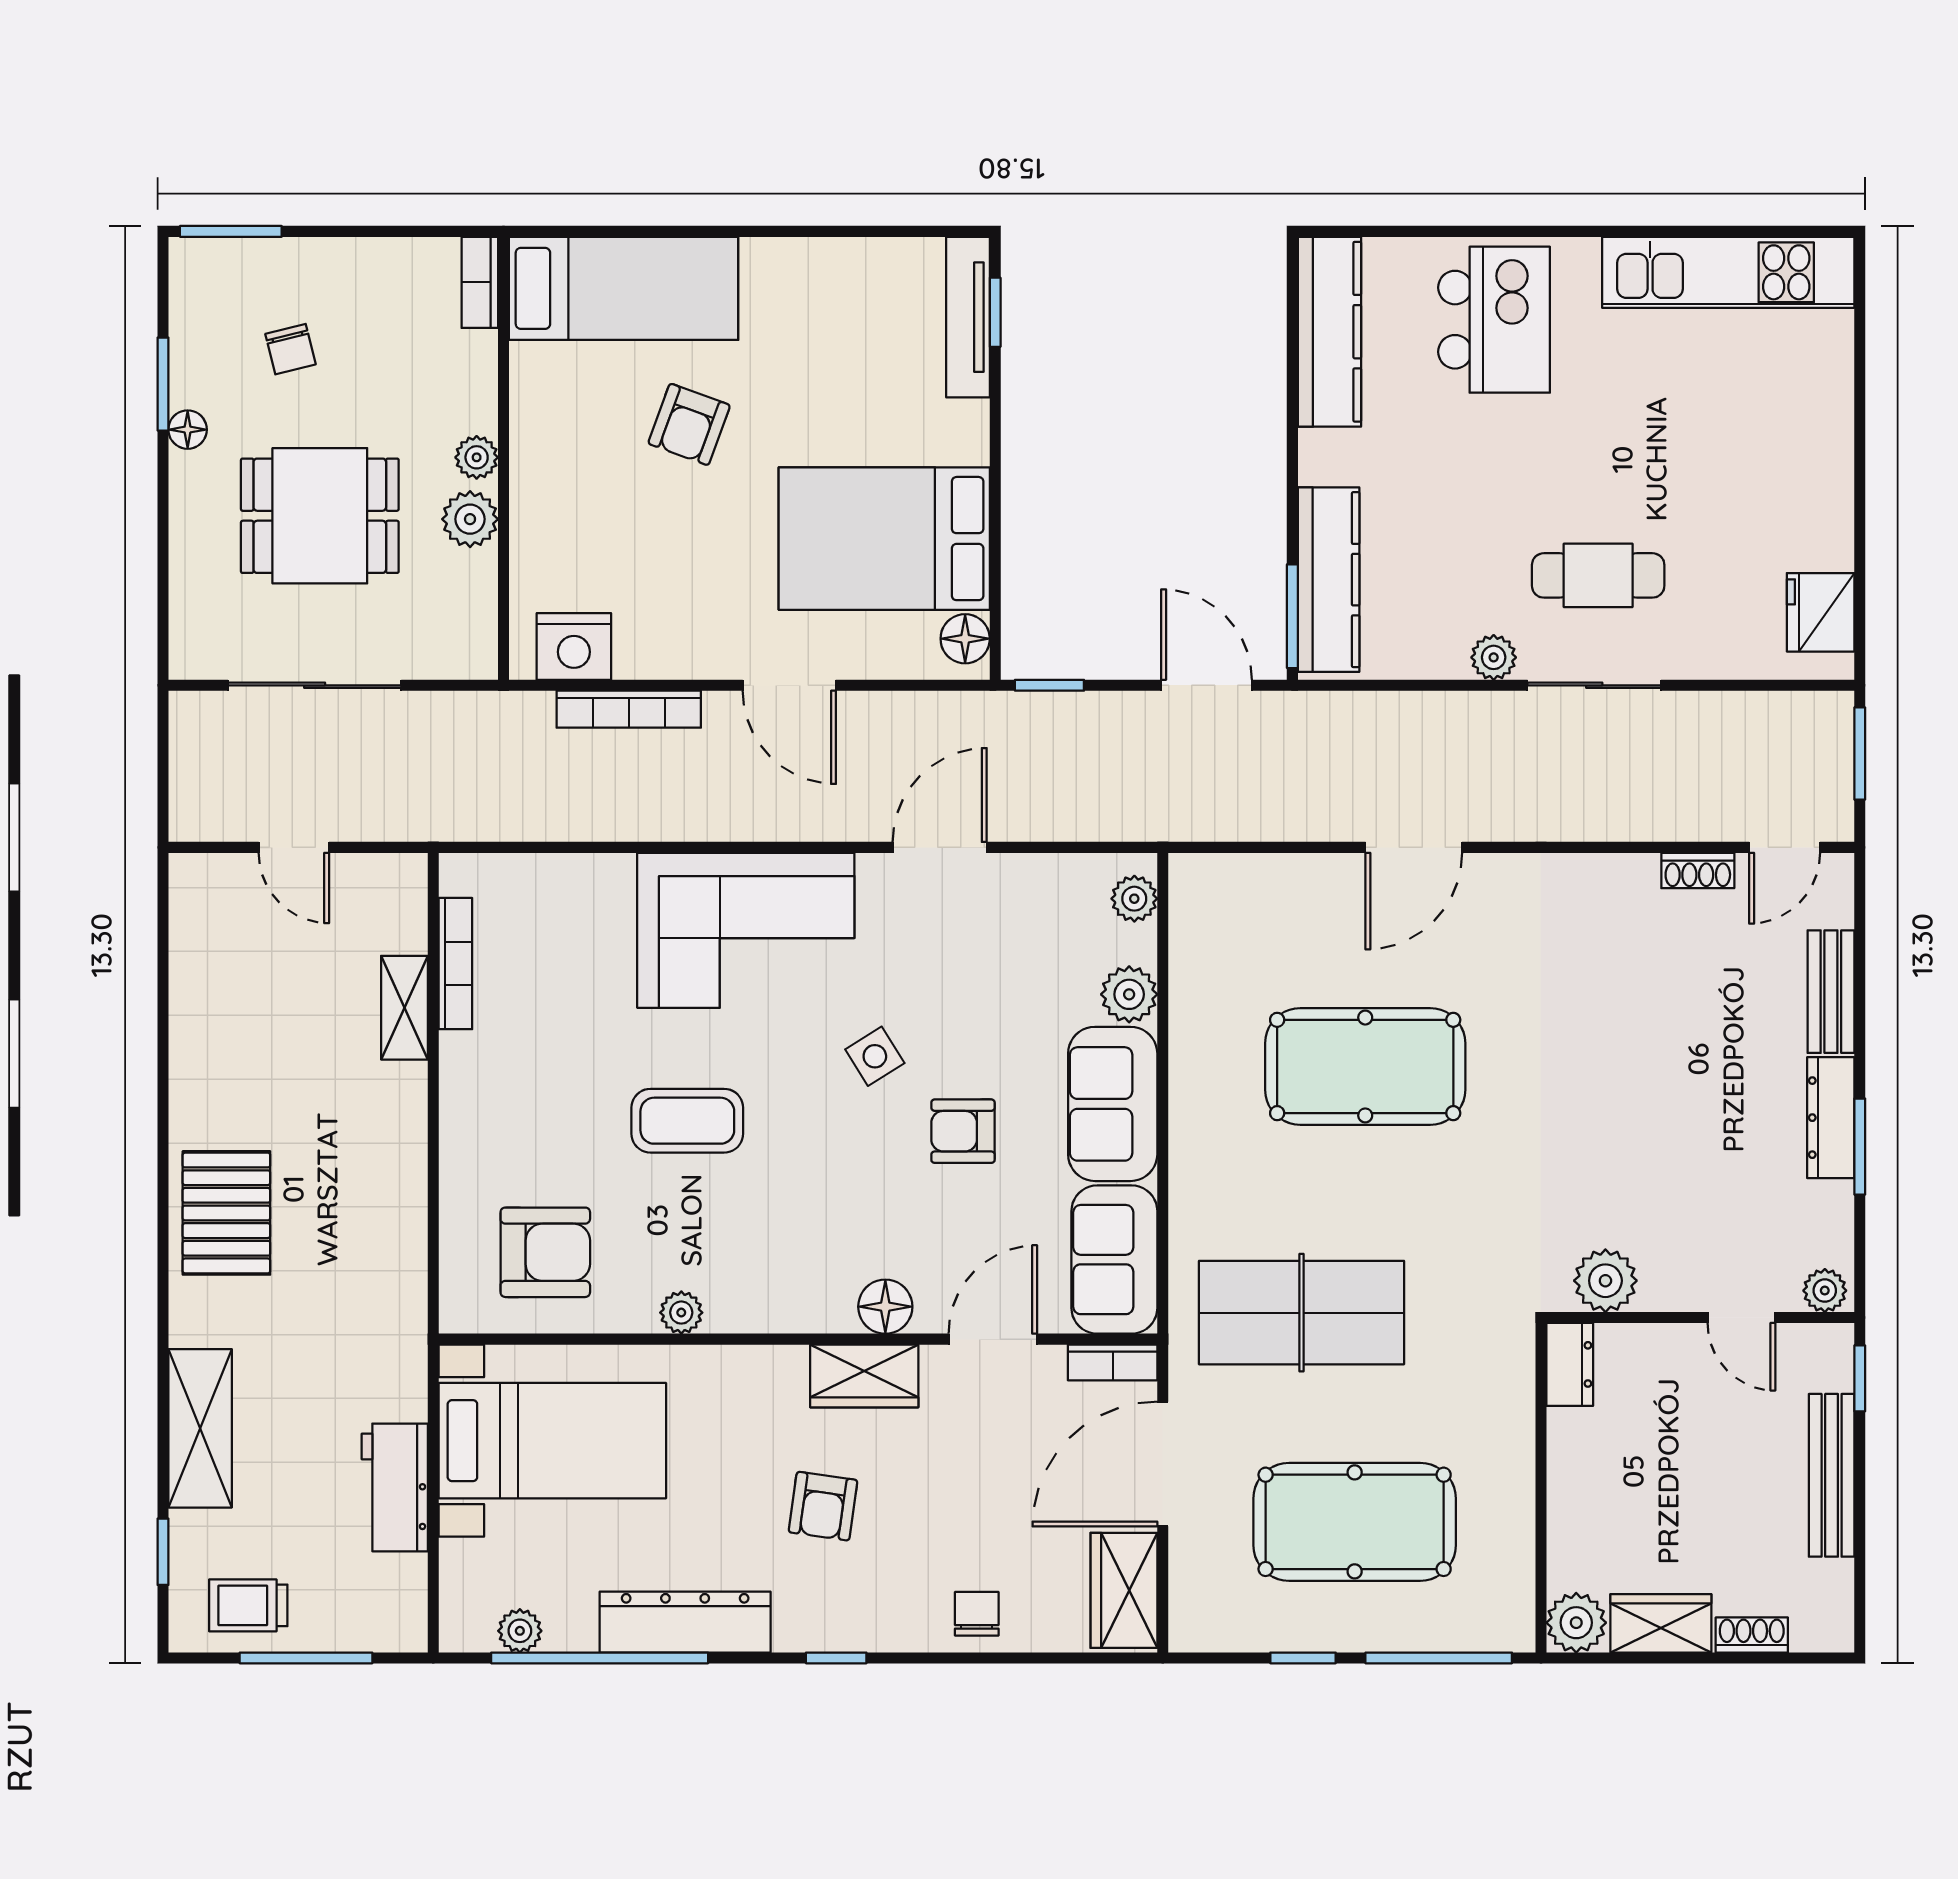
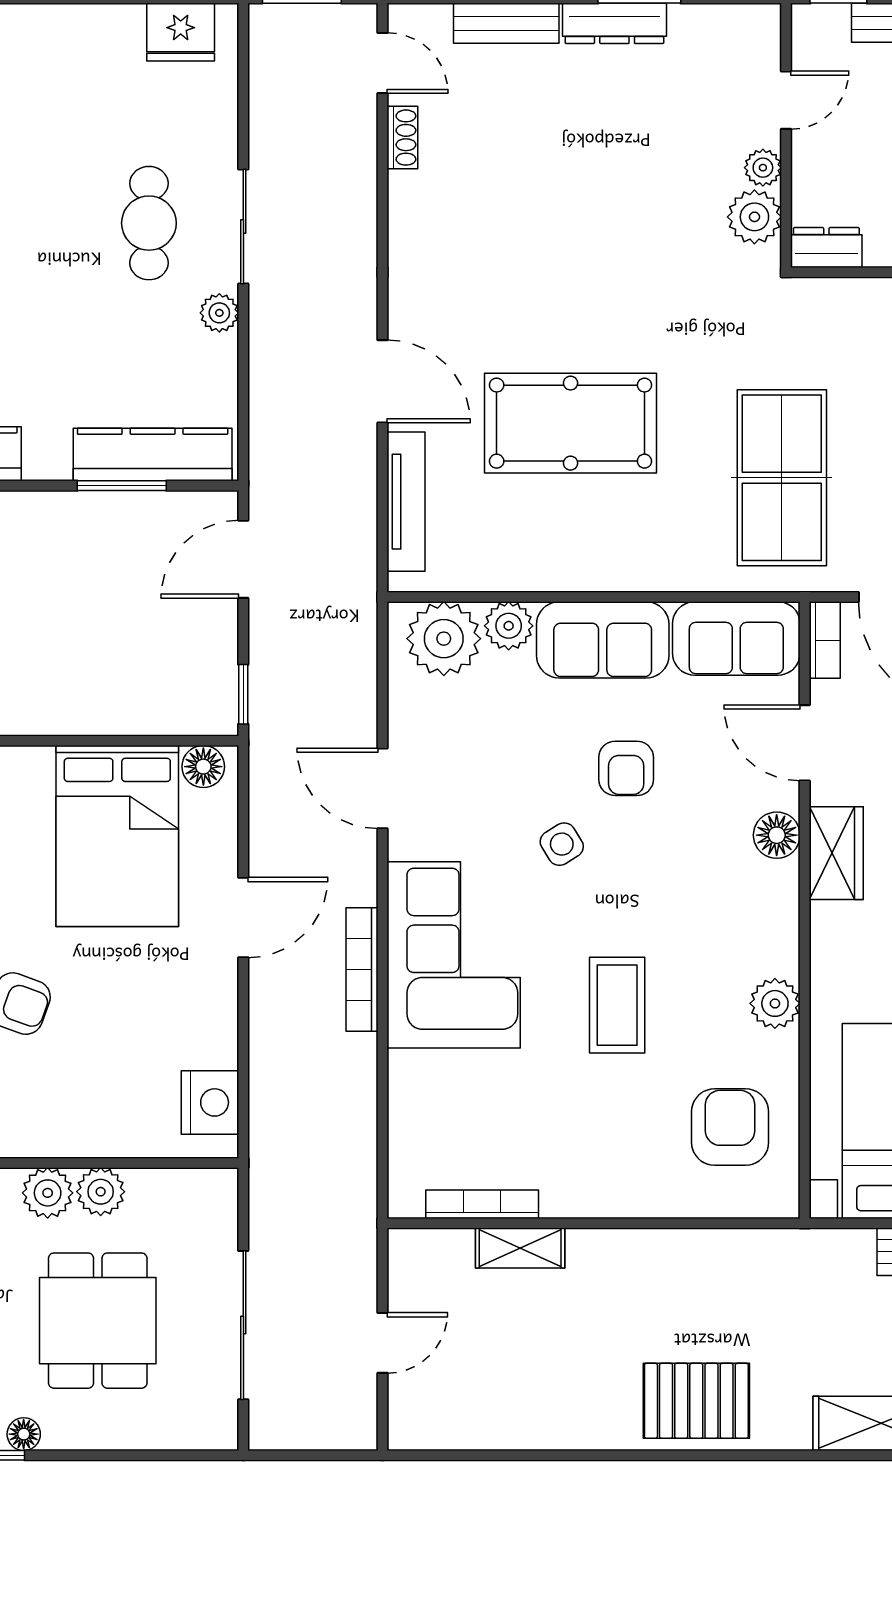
plant: (477, 457) -> (48, 1193), width x1.38, depth x1.38
window: (1292, 616) -> (122, 486), moved
bookcase: (629, 709) -> (362, 970), moved, turned 180
tv unit: (1274, 875) -> (406, 502), added
plant: (1134, 899) -> (444, 639), width x1.88, depth x1.88
pool table: (1365, 1066) -> (571, 423), turned 90
plant: (1825, 1291) -> (763, 168), moved
plant: (681, 1313) -> (775, 1003), width x1.38, depth x1.38

